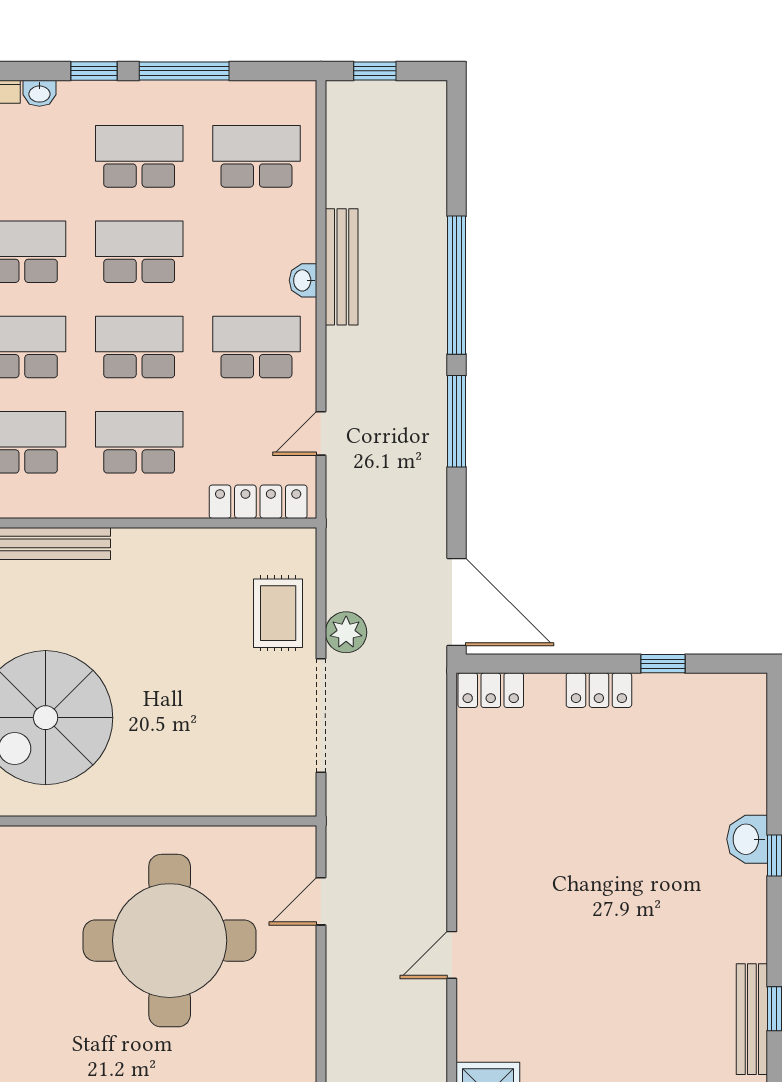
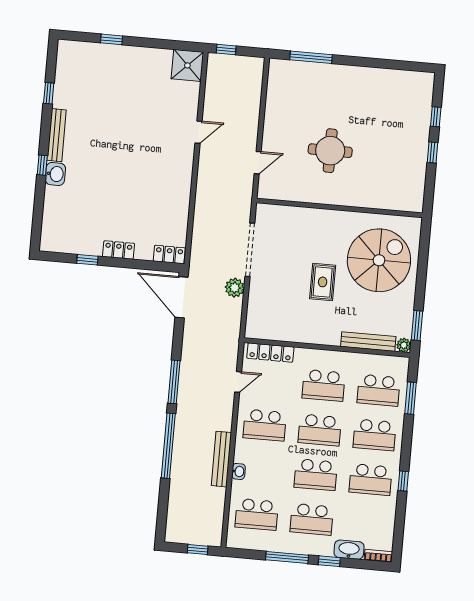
washbasin: (39, 93) -> (349, 550), width x1.91, depth x1.45
washbasin: (303, 280) -> (239, 471), moved
rug: (278, 613) -> (323, 282), moved
round table: (170, 941) -> (330, 151), width x0.54, depth x0.54
bench: (752, 1019) -> (57, 135), moved

